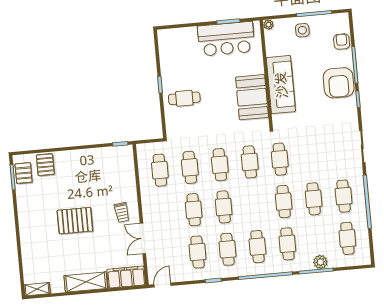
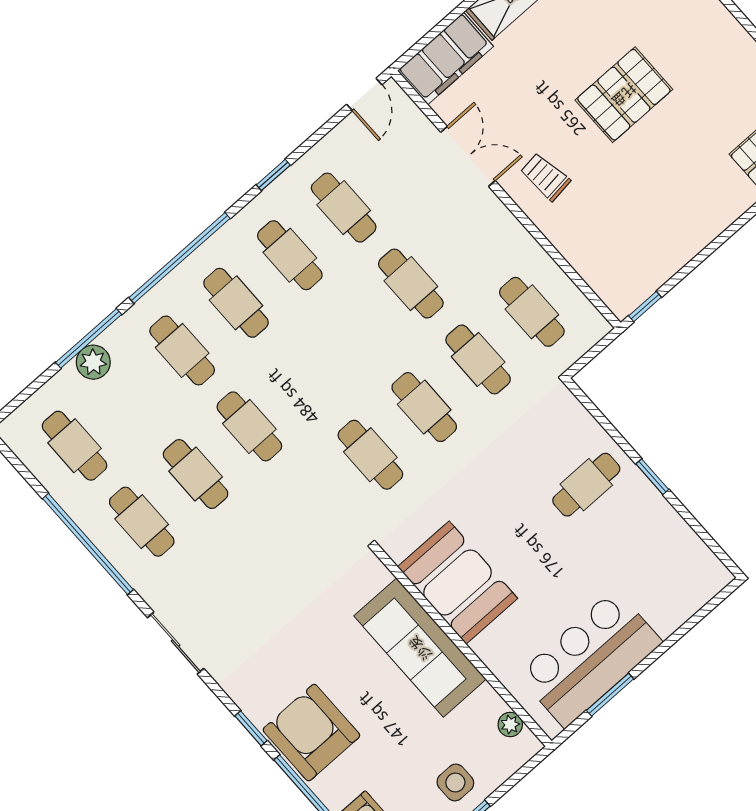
plant: (268, 25) -> (510, 724), moved
cafe table: (280, 159) -> (317, 502), removed
cafe table: (224, 207) -> (357, 331), removed

